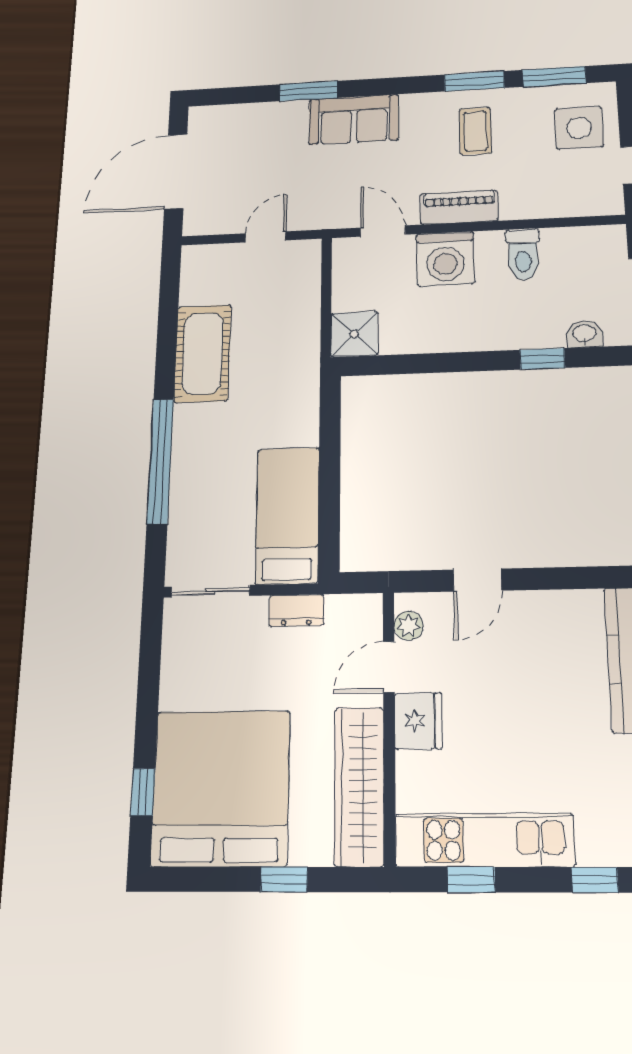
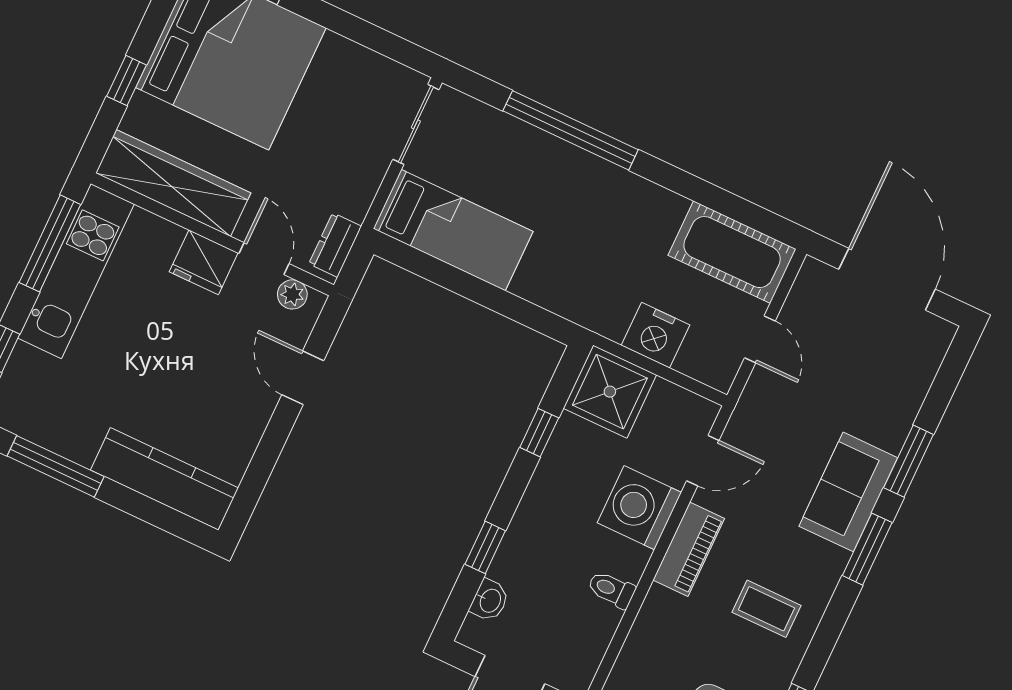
window: (474, 81) -> (867, 549), moved
toilet: (523, 254) -> (611, 589), width x0.73, depth x0.72
nightstand: (300, 314) -> (655, 335), added
shower: (354, 334) -> (610, 392), width x1.36, depth x1.36
cot: (203, 353) -> (732, 252), moved
window: (424, 363) -> (539, 433), added
dresser: (296, 610) -> (335, 245), moved
window: (471, 880) -> (50, 243), width x2.17

